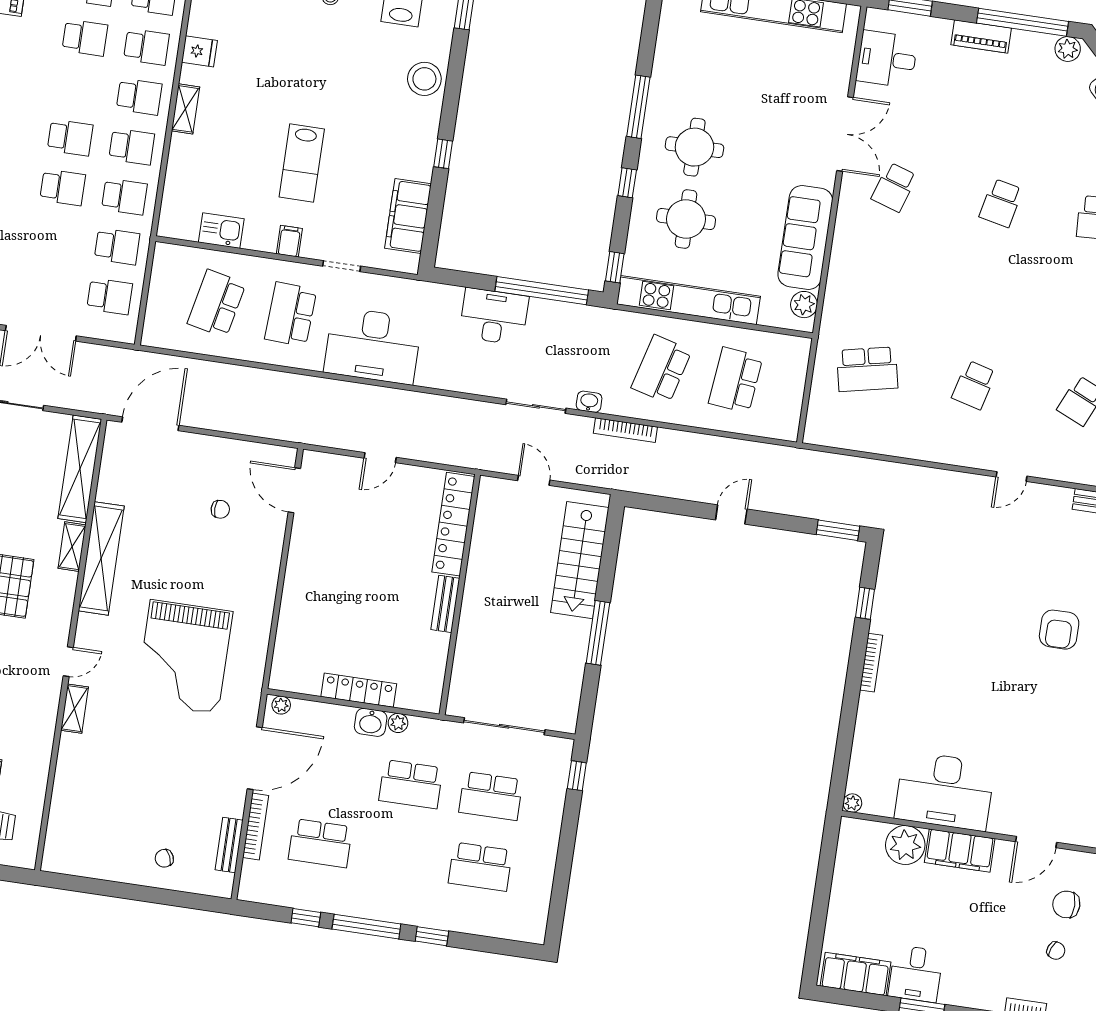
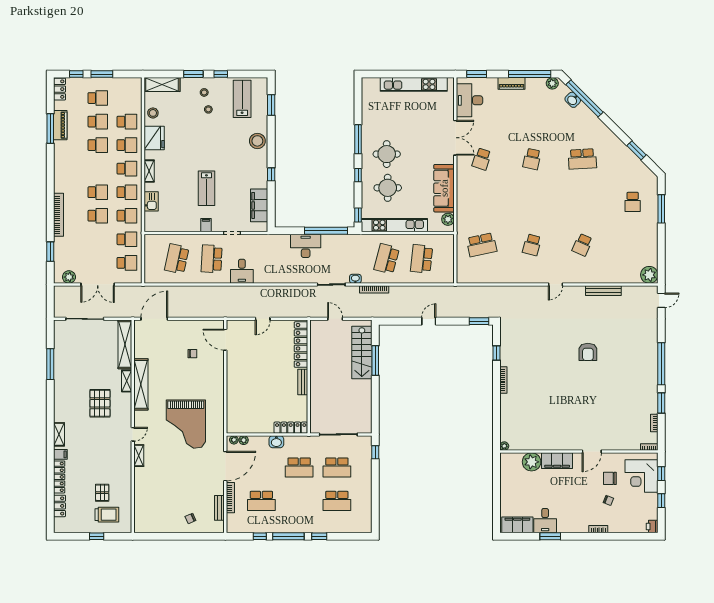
fridge: (199, 51) -> (154, 138), width x1.88, depth x1.34
desk: (887, 59) -> (469, 100), width x1.37
kitchen sink: (221, 231) -> (151, 201), moved, turned 90
desk: (373, 346) -> (242, 271), width x0.53, depth x0.77
window: (598, 633) -> (375, 361), moved
locker: (359, 690) -> (291, 428), moved
plant: (398, 723) -> (244, 440), moved
desk: (945, 791) -> (546, 434), removed

